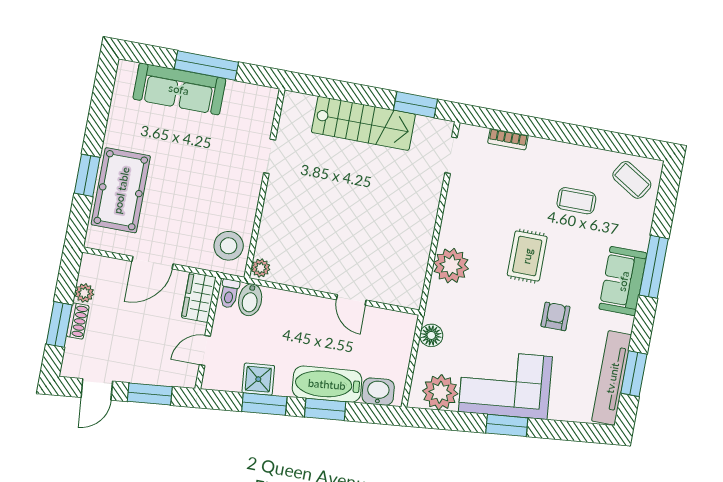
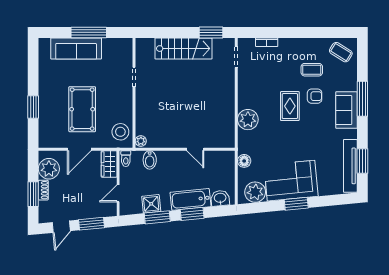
pool table: (121, 190) -> (82, 109), moved
plant: (84, 293) -> (49, 169), width x1.88, depth x1.88
bidet: (250, 300) -> (150, 160), moved
armchair: (555, 316) -> (315, 96), moved, turned 90

